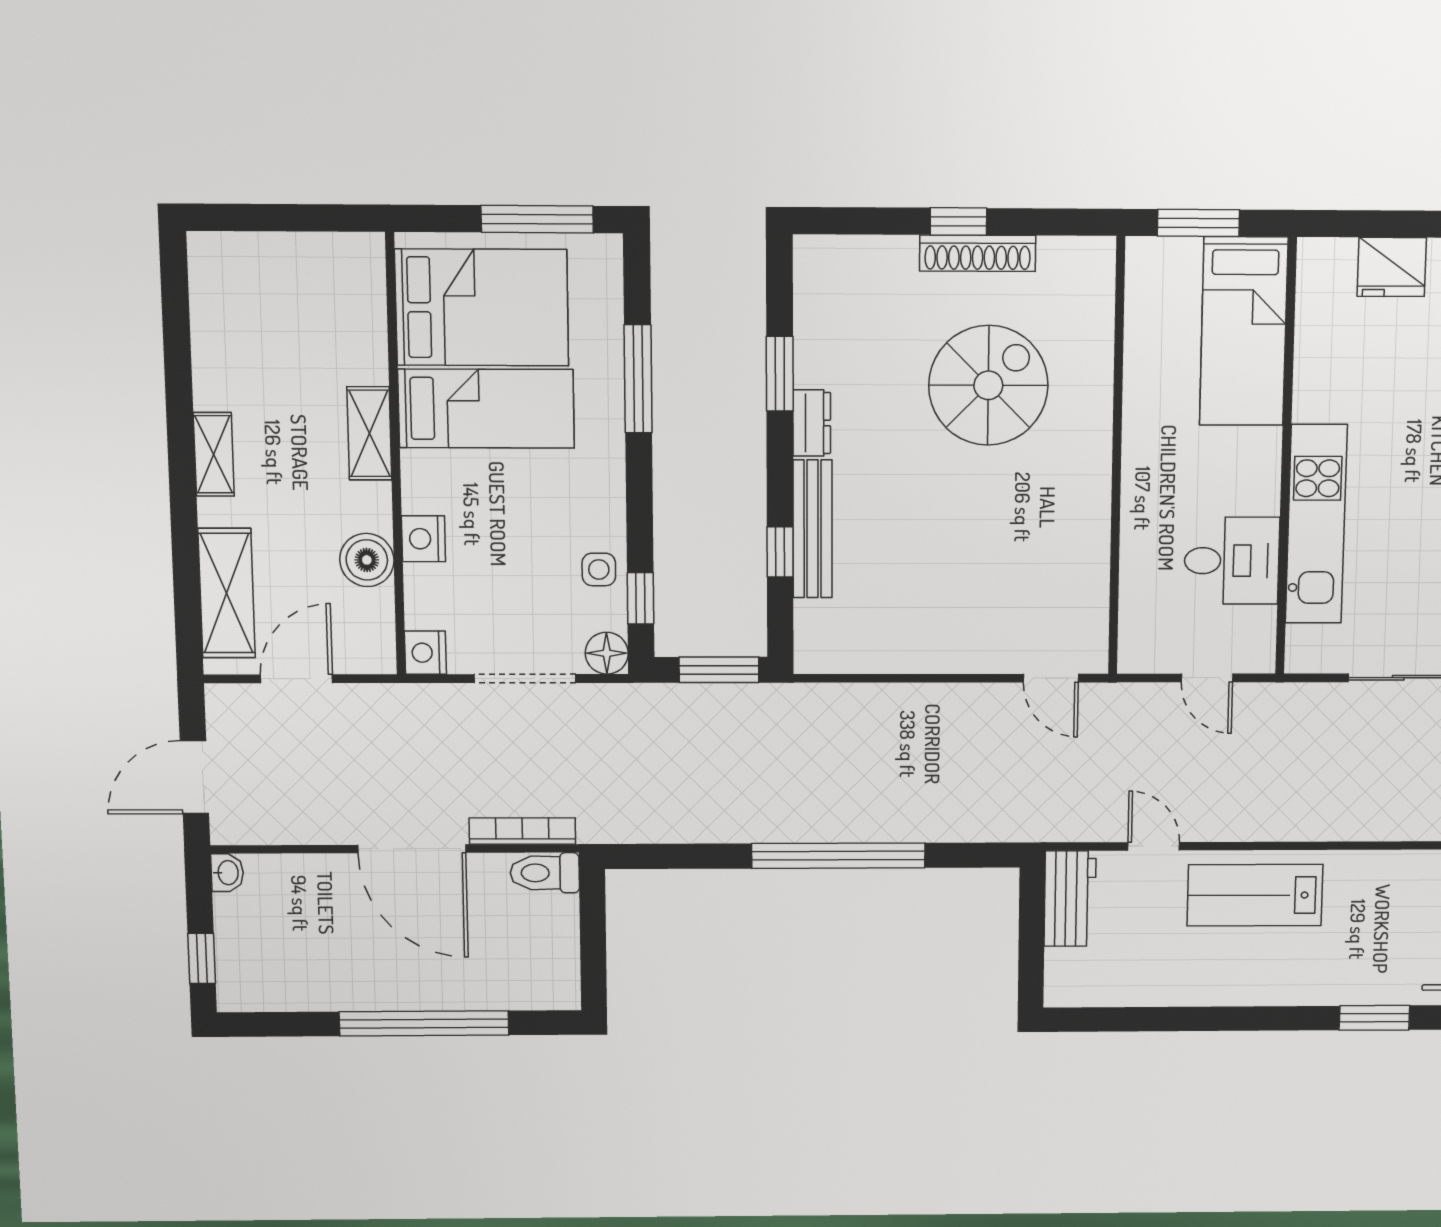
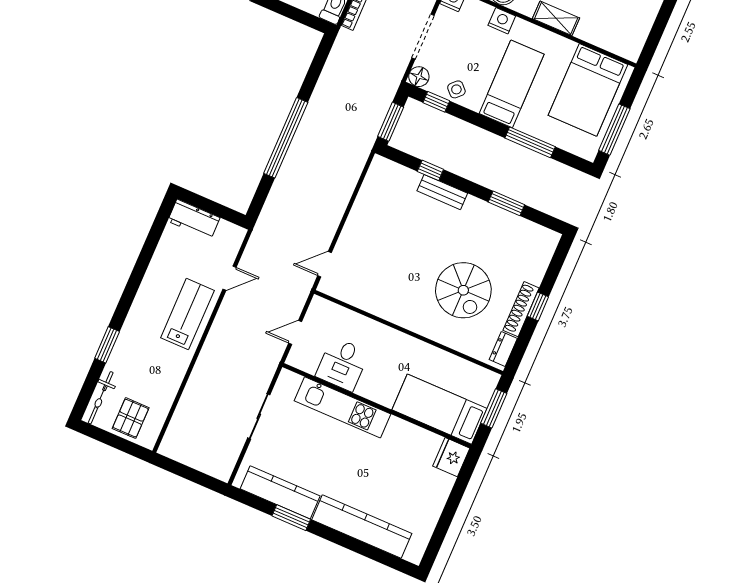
fridge: (1392, 267) -> (451, 457), moved
bed: (486, 409) -> (512, 84), moved, turned 180
dresser: (812, 423) -> (503, 349), moved, turned 90
bench: (813, 529) -> (442, 192), width x0.73
side table: (599, 569) -> (456, 89), turned 45
workbench: (1070, 899) -> (194, 219), moved

